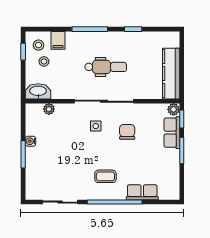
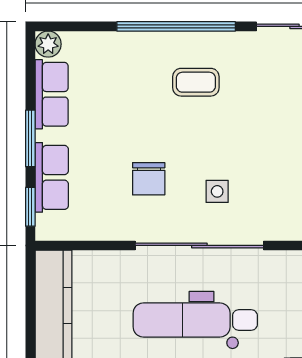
dental chair: (106, 67) -> (195, 320), width x1.36, depth x1.38
plant: (174, 109) -> (48, 44), moved
row of seats: (142, 192) -> (52, 94), moved, turned -90

